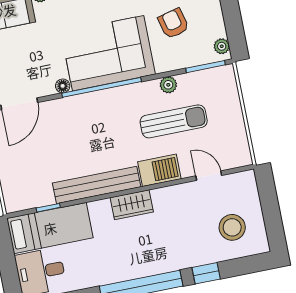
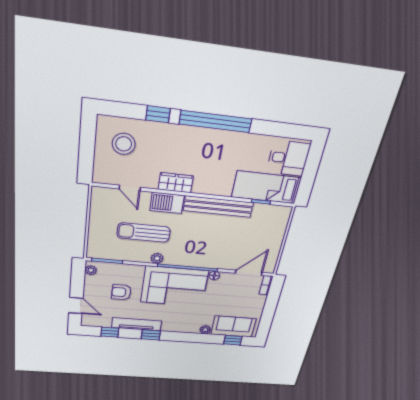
armchair: (173, 23) -> (121, 292), turned 104
plant: (168, 85) -> (157, 258), moved
wardrobe: (132, 205) -> (176, 183), moved

